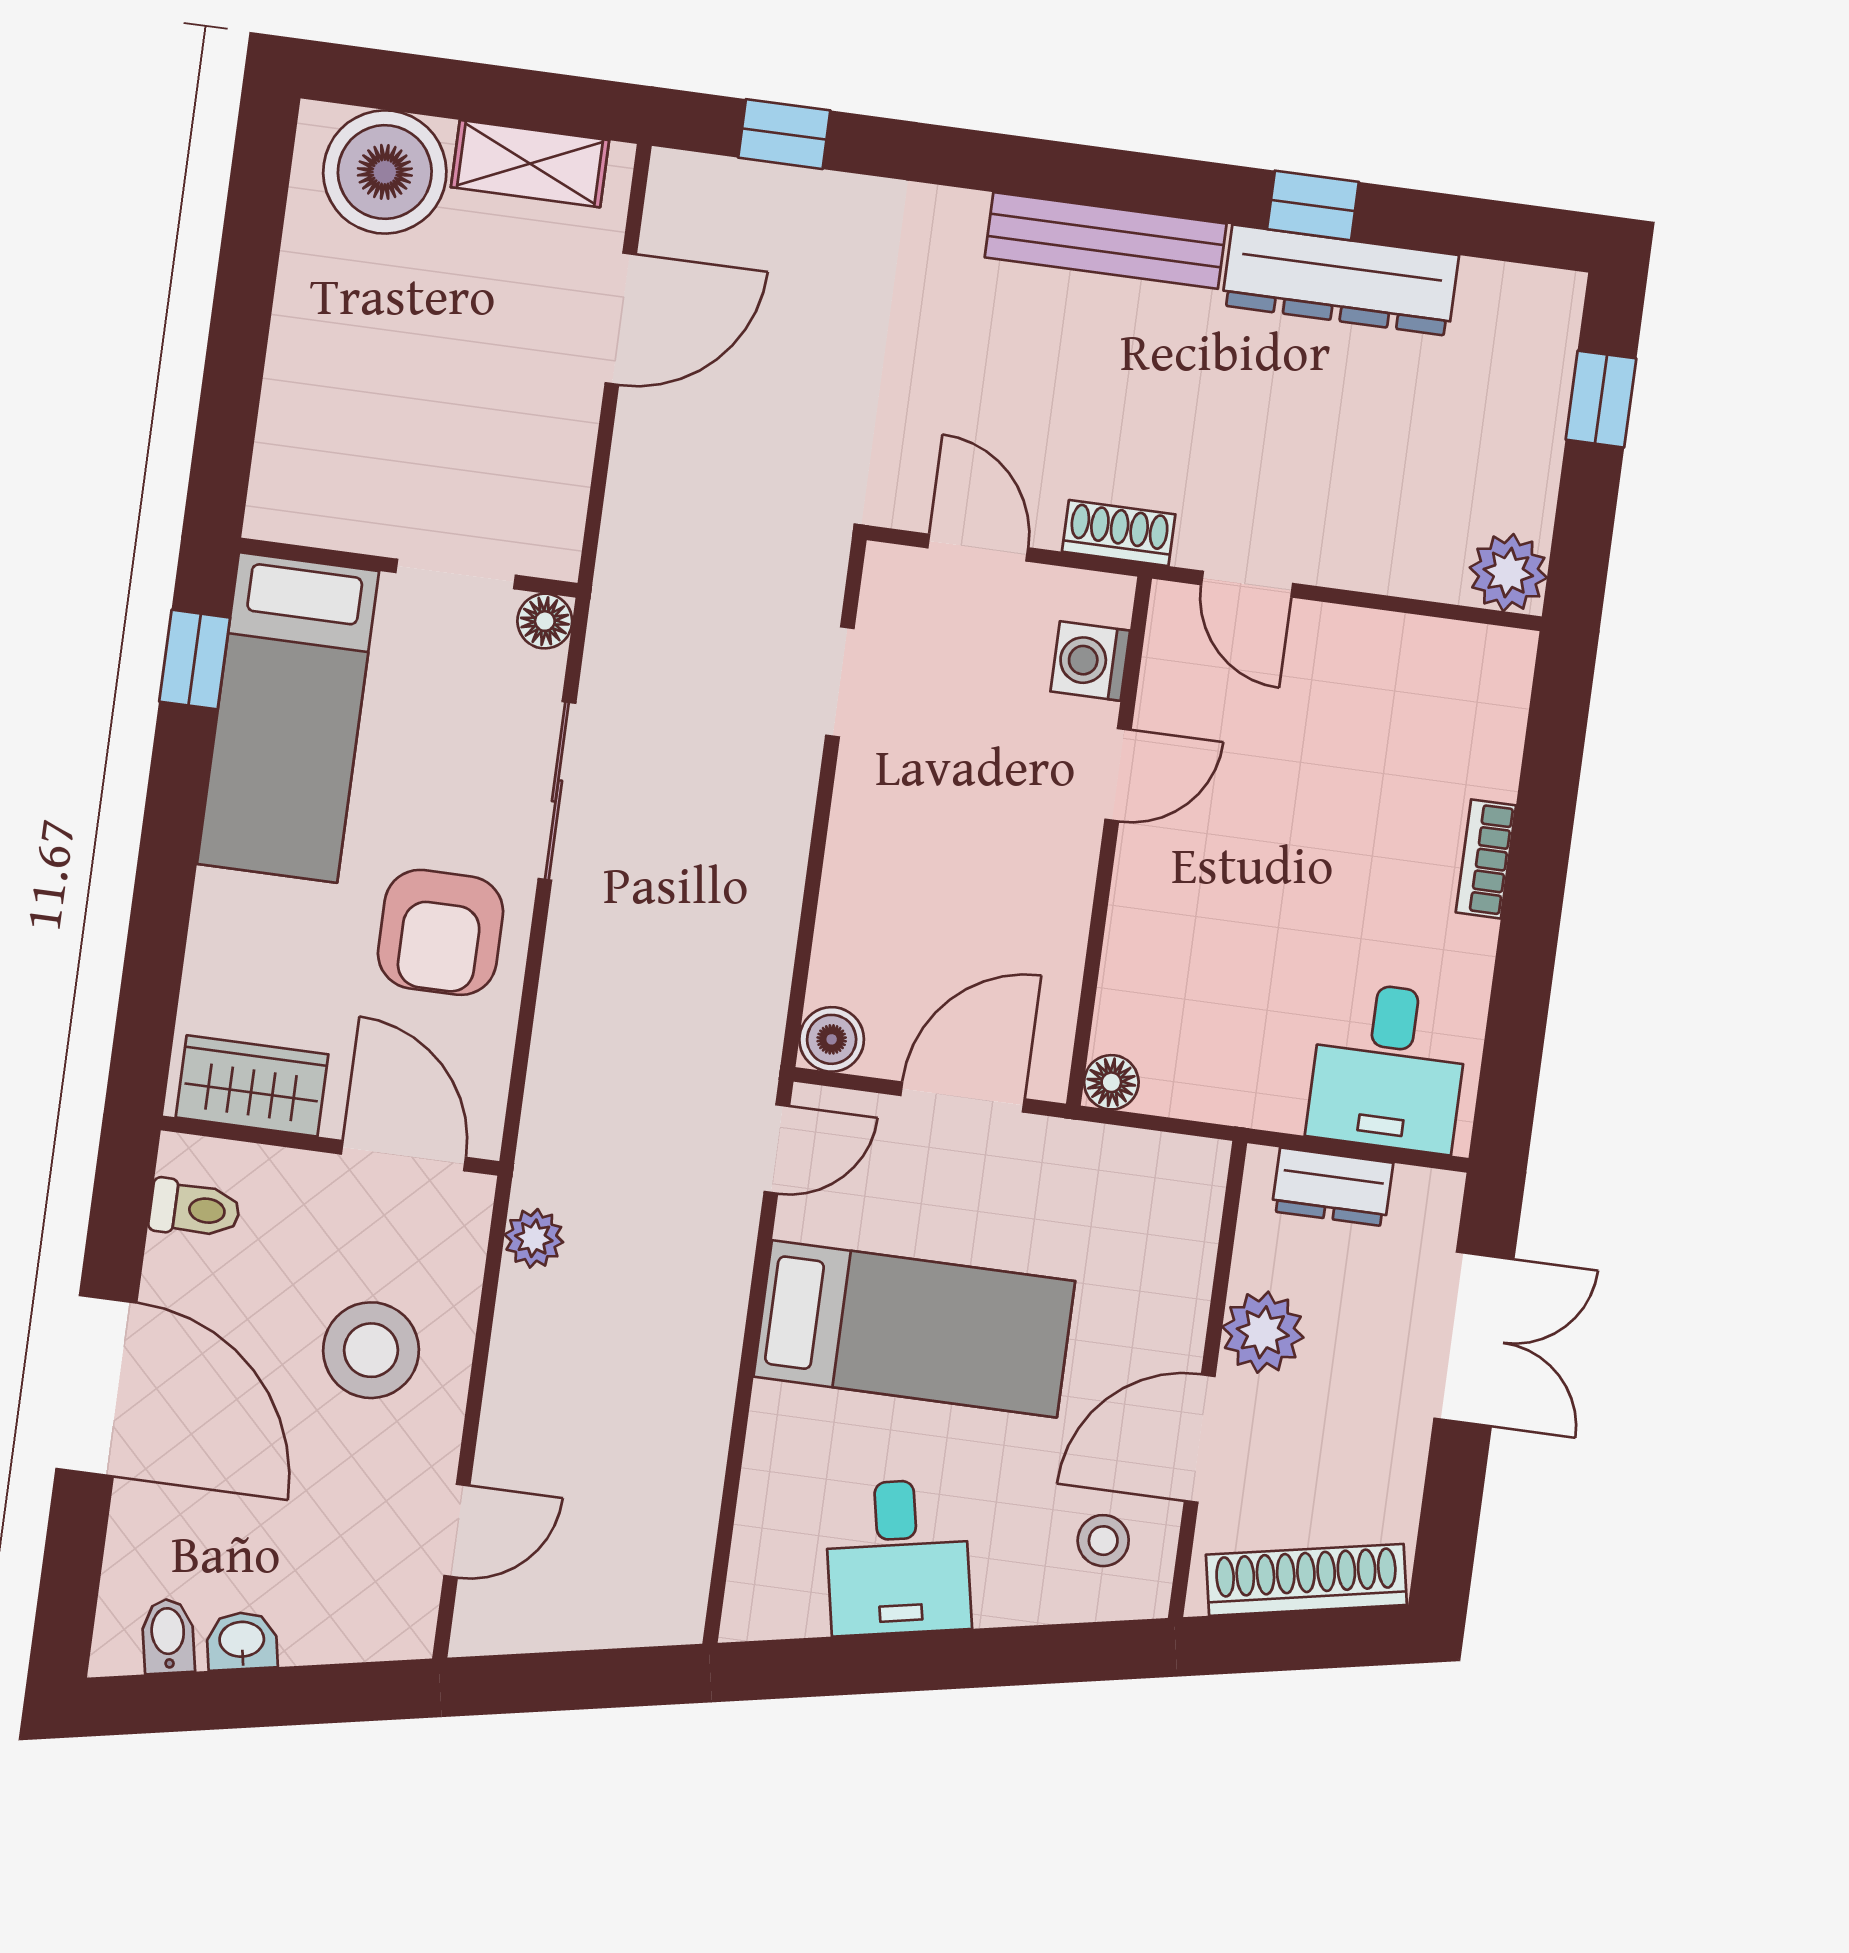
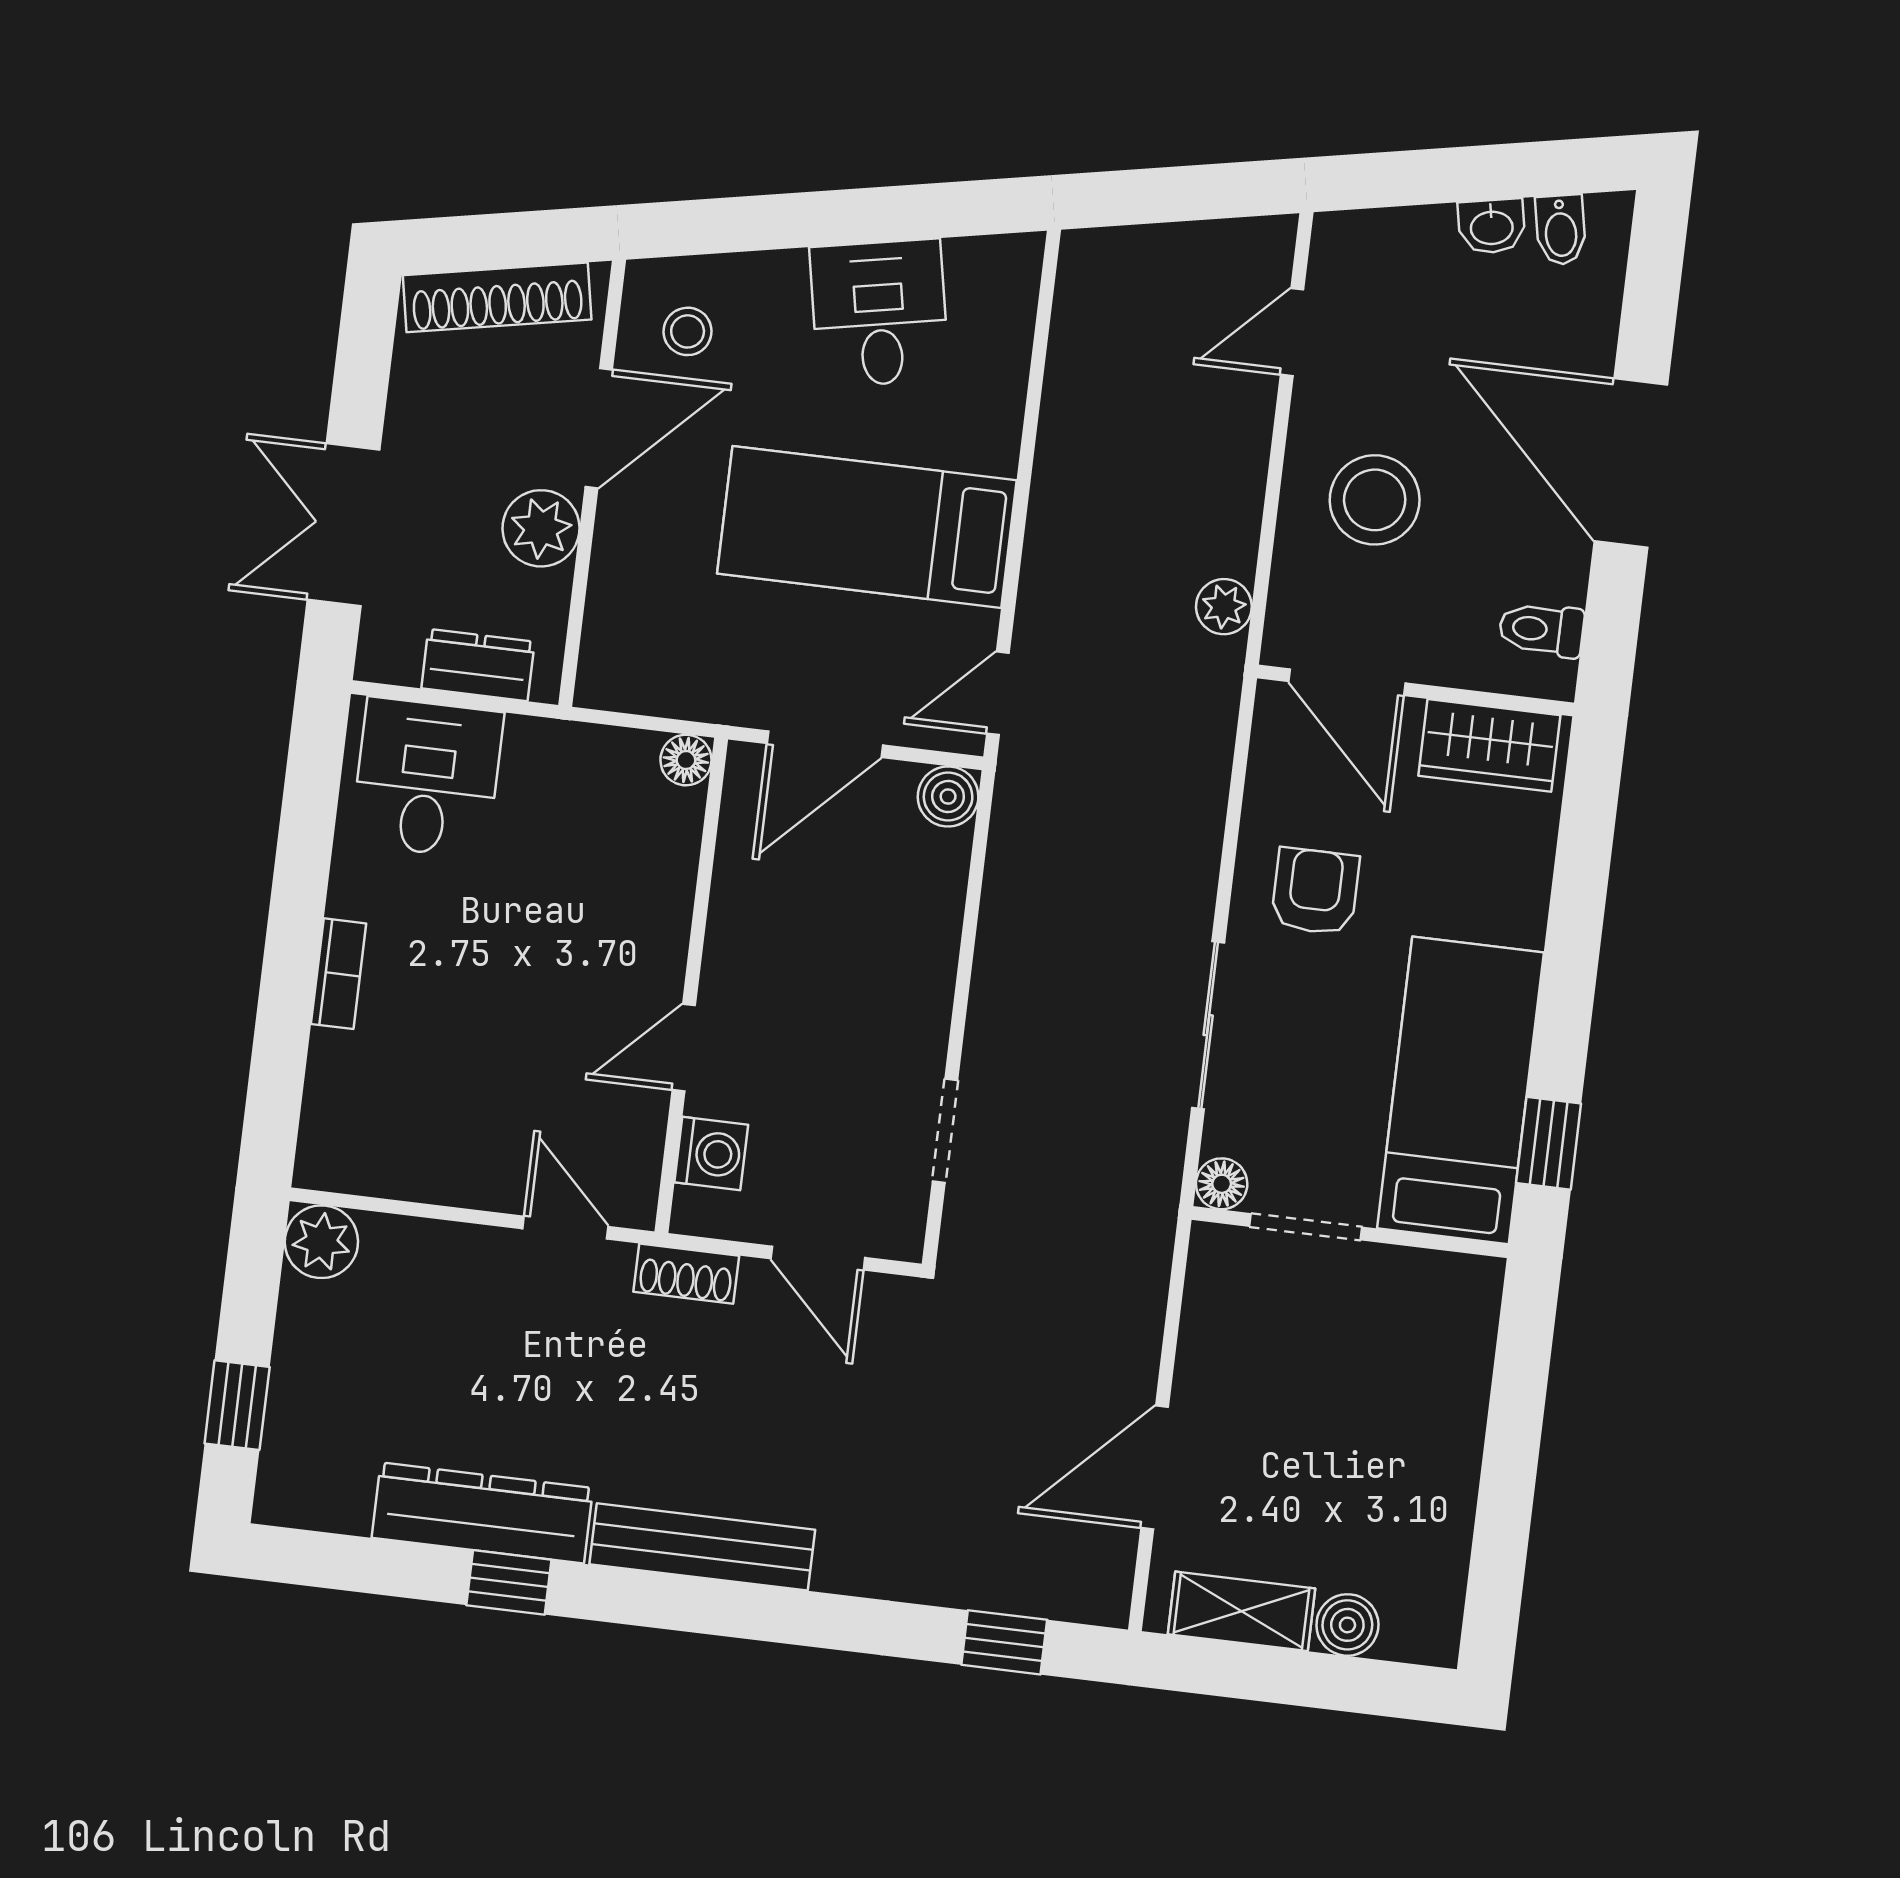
boiler: (385, 172) -> (1347, 1625), width x0.54, depth x0.54
armchair: (440, 932) -> (1315, 891), width x0.72, depth x0.72

